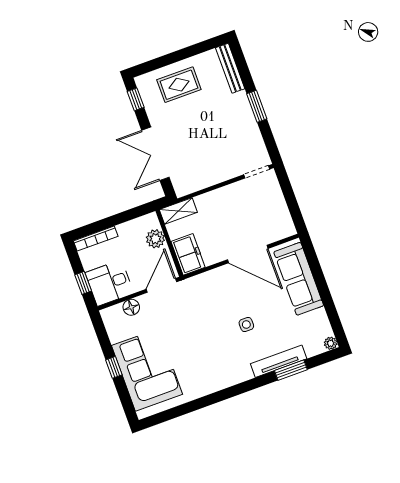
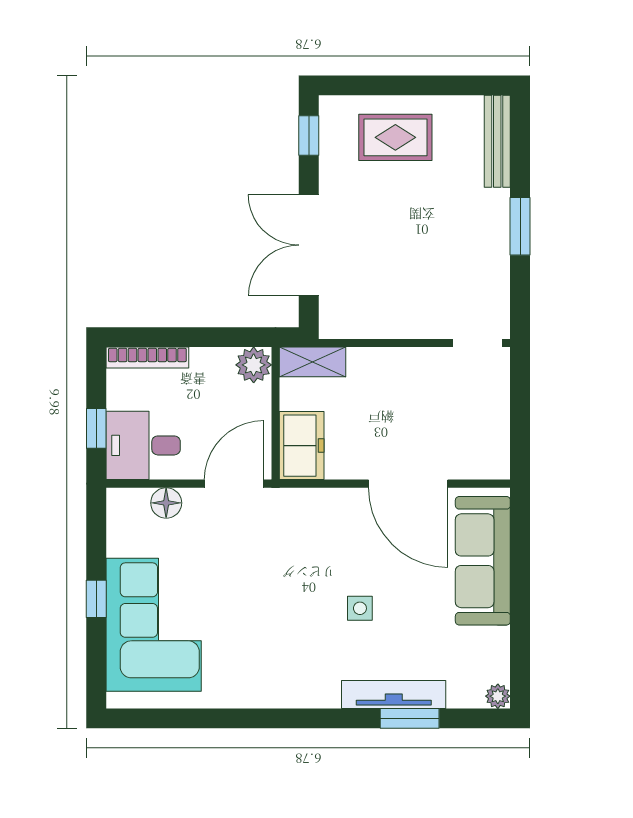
plant: (155, 239) -> (254, 365), moved

